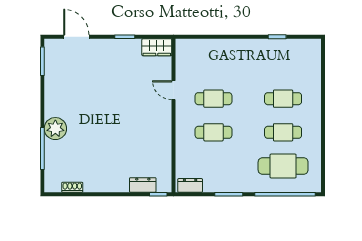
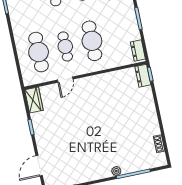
cafe table: (214, 65) -> (39, 52), added
plant: (55, 129) -> (116, 171), width x0.53, depth x0.53
cafe table: (214, 132) -> (92, 41), width x1.37, depth x1.35
dresser: (143, 185) -> (143, 76), moved

